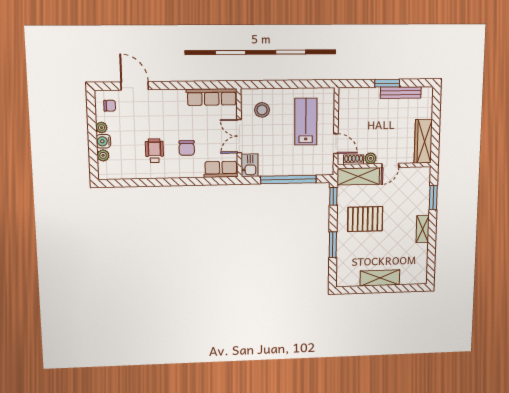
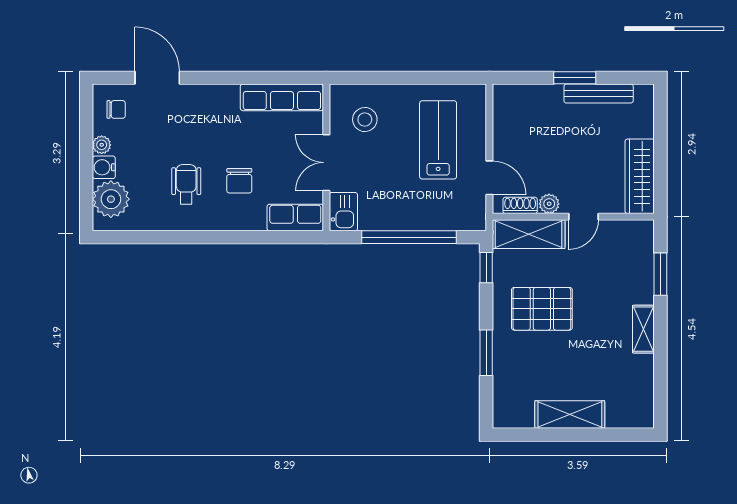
plant: (103, 155) -> (111, 199), width x1.87, depth x1.87

